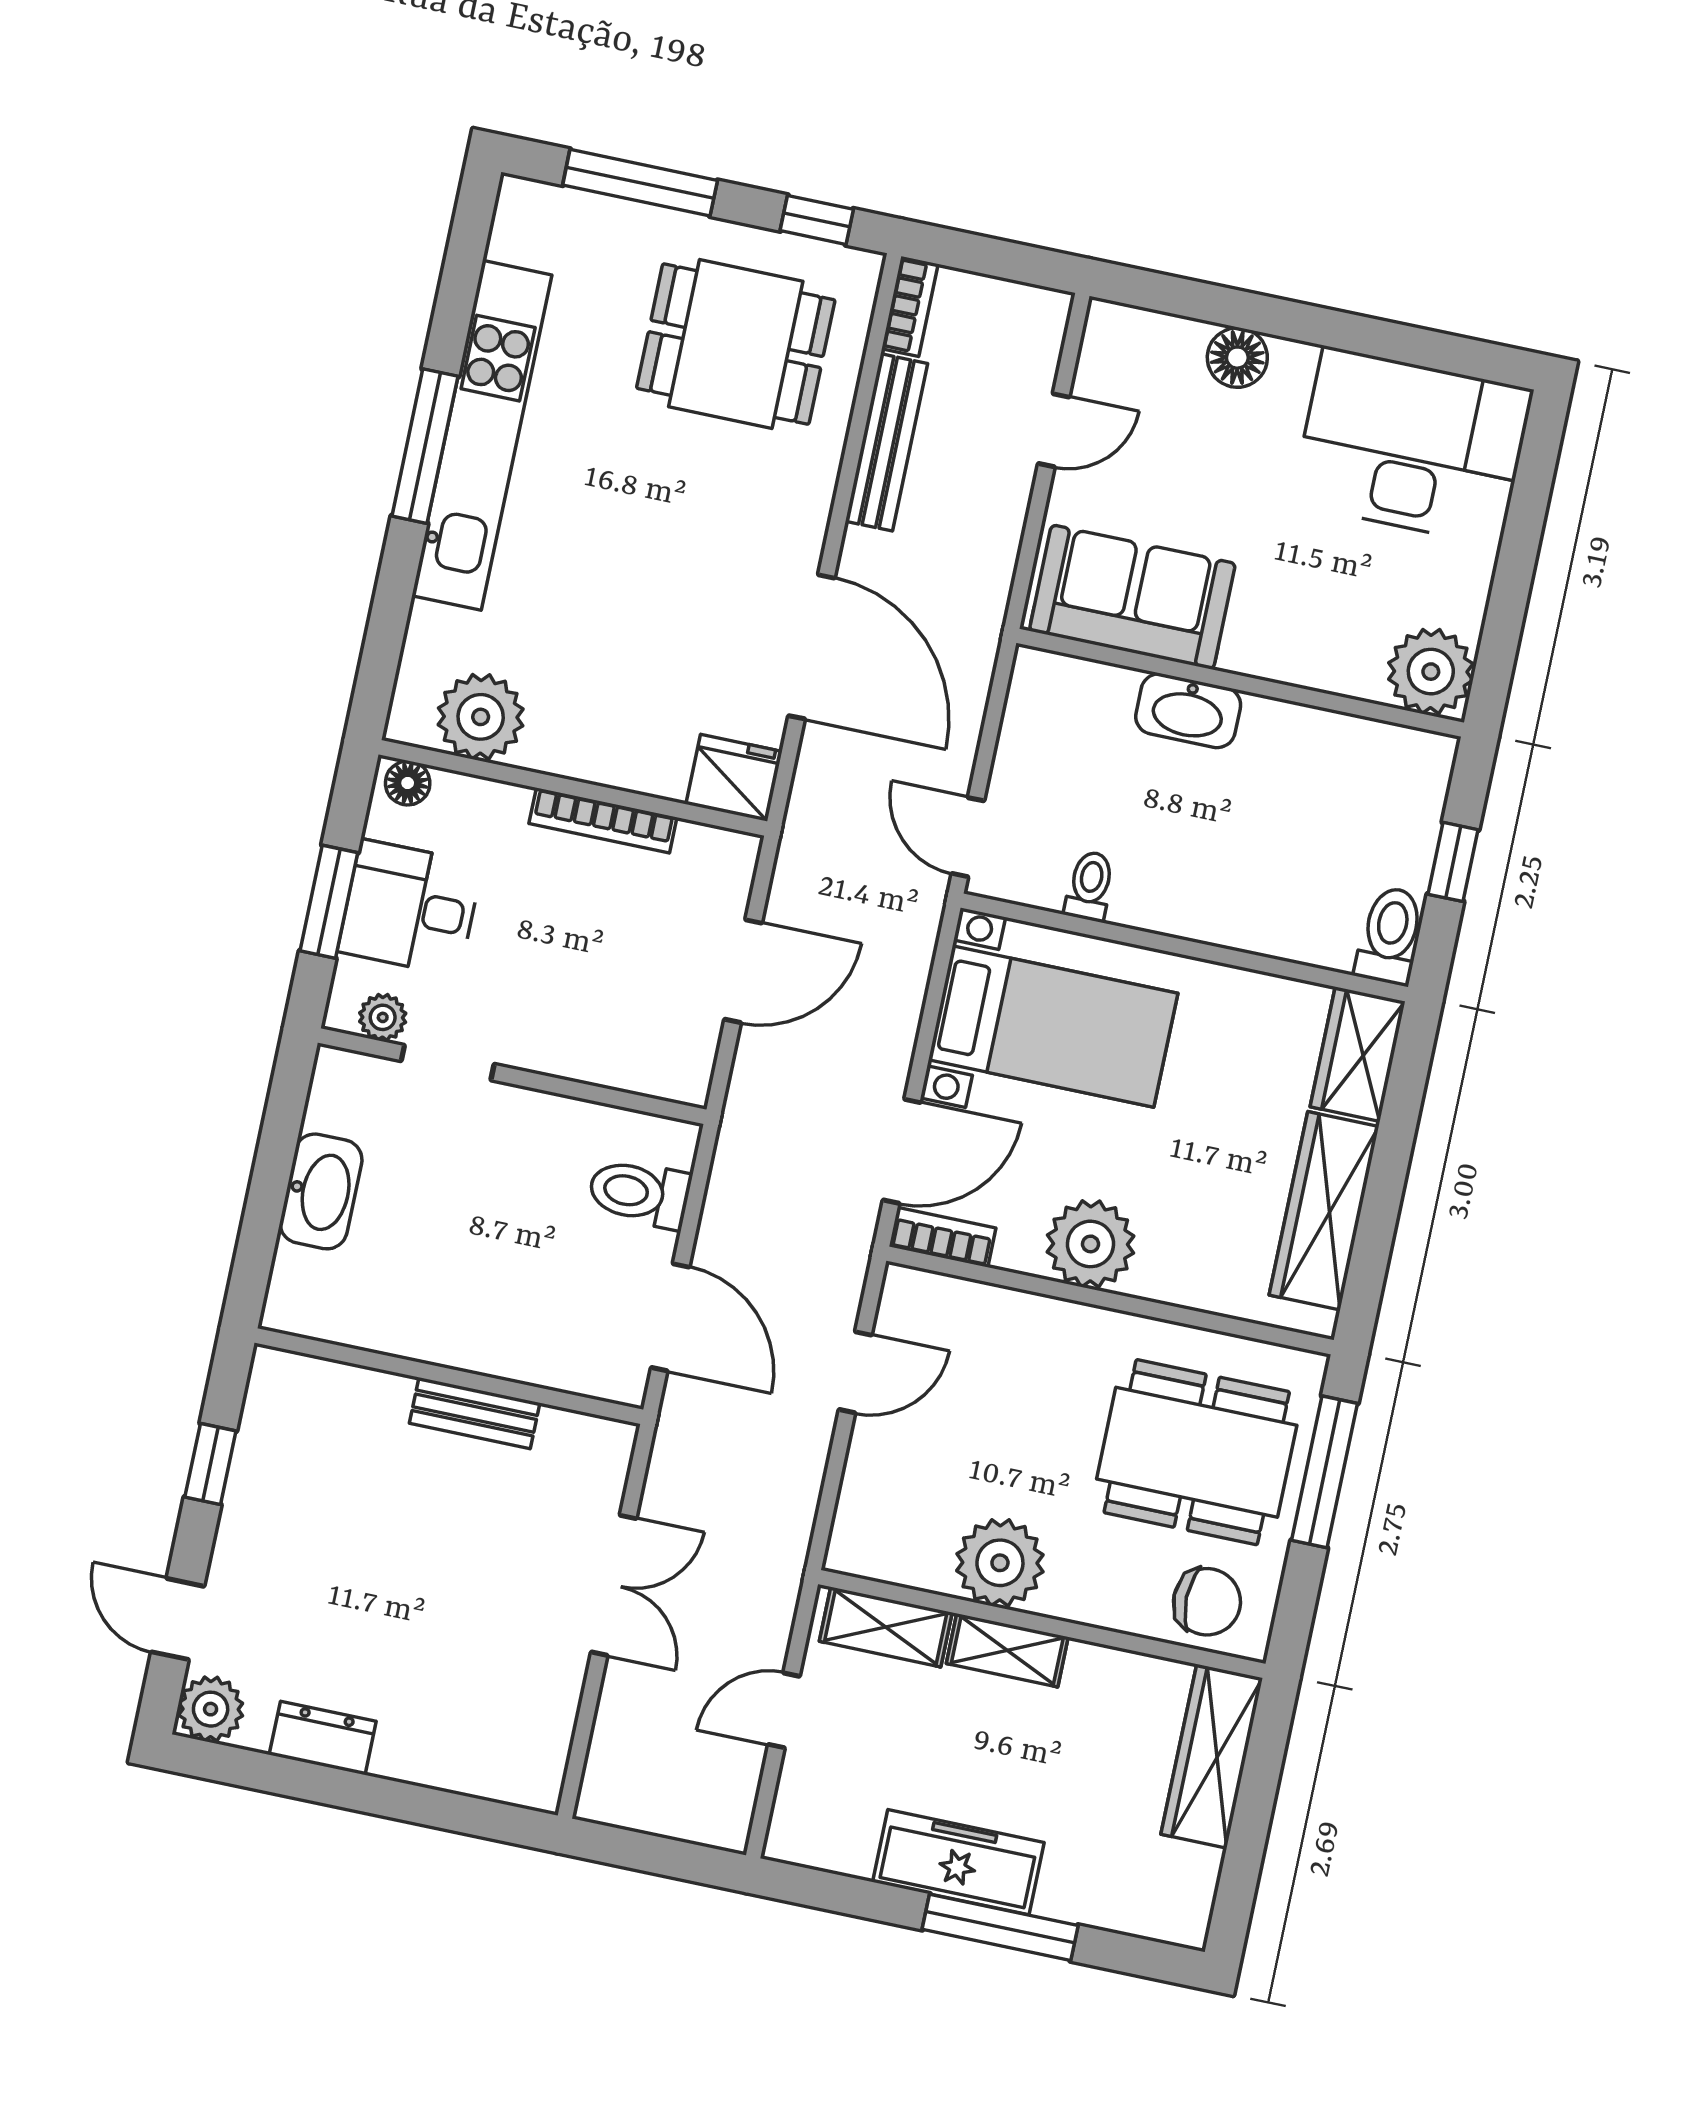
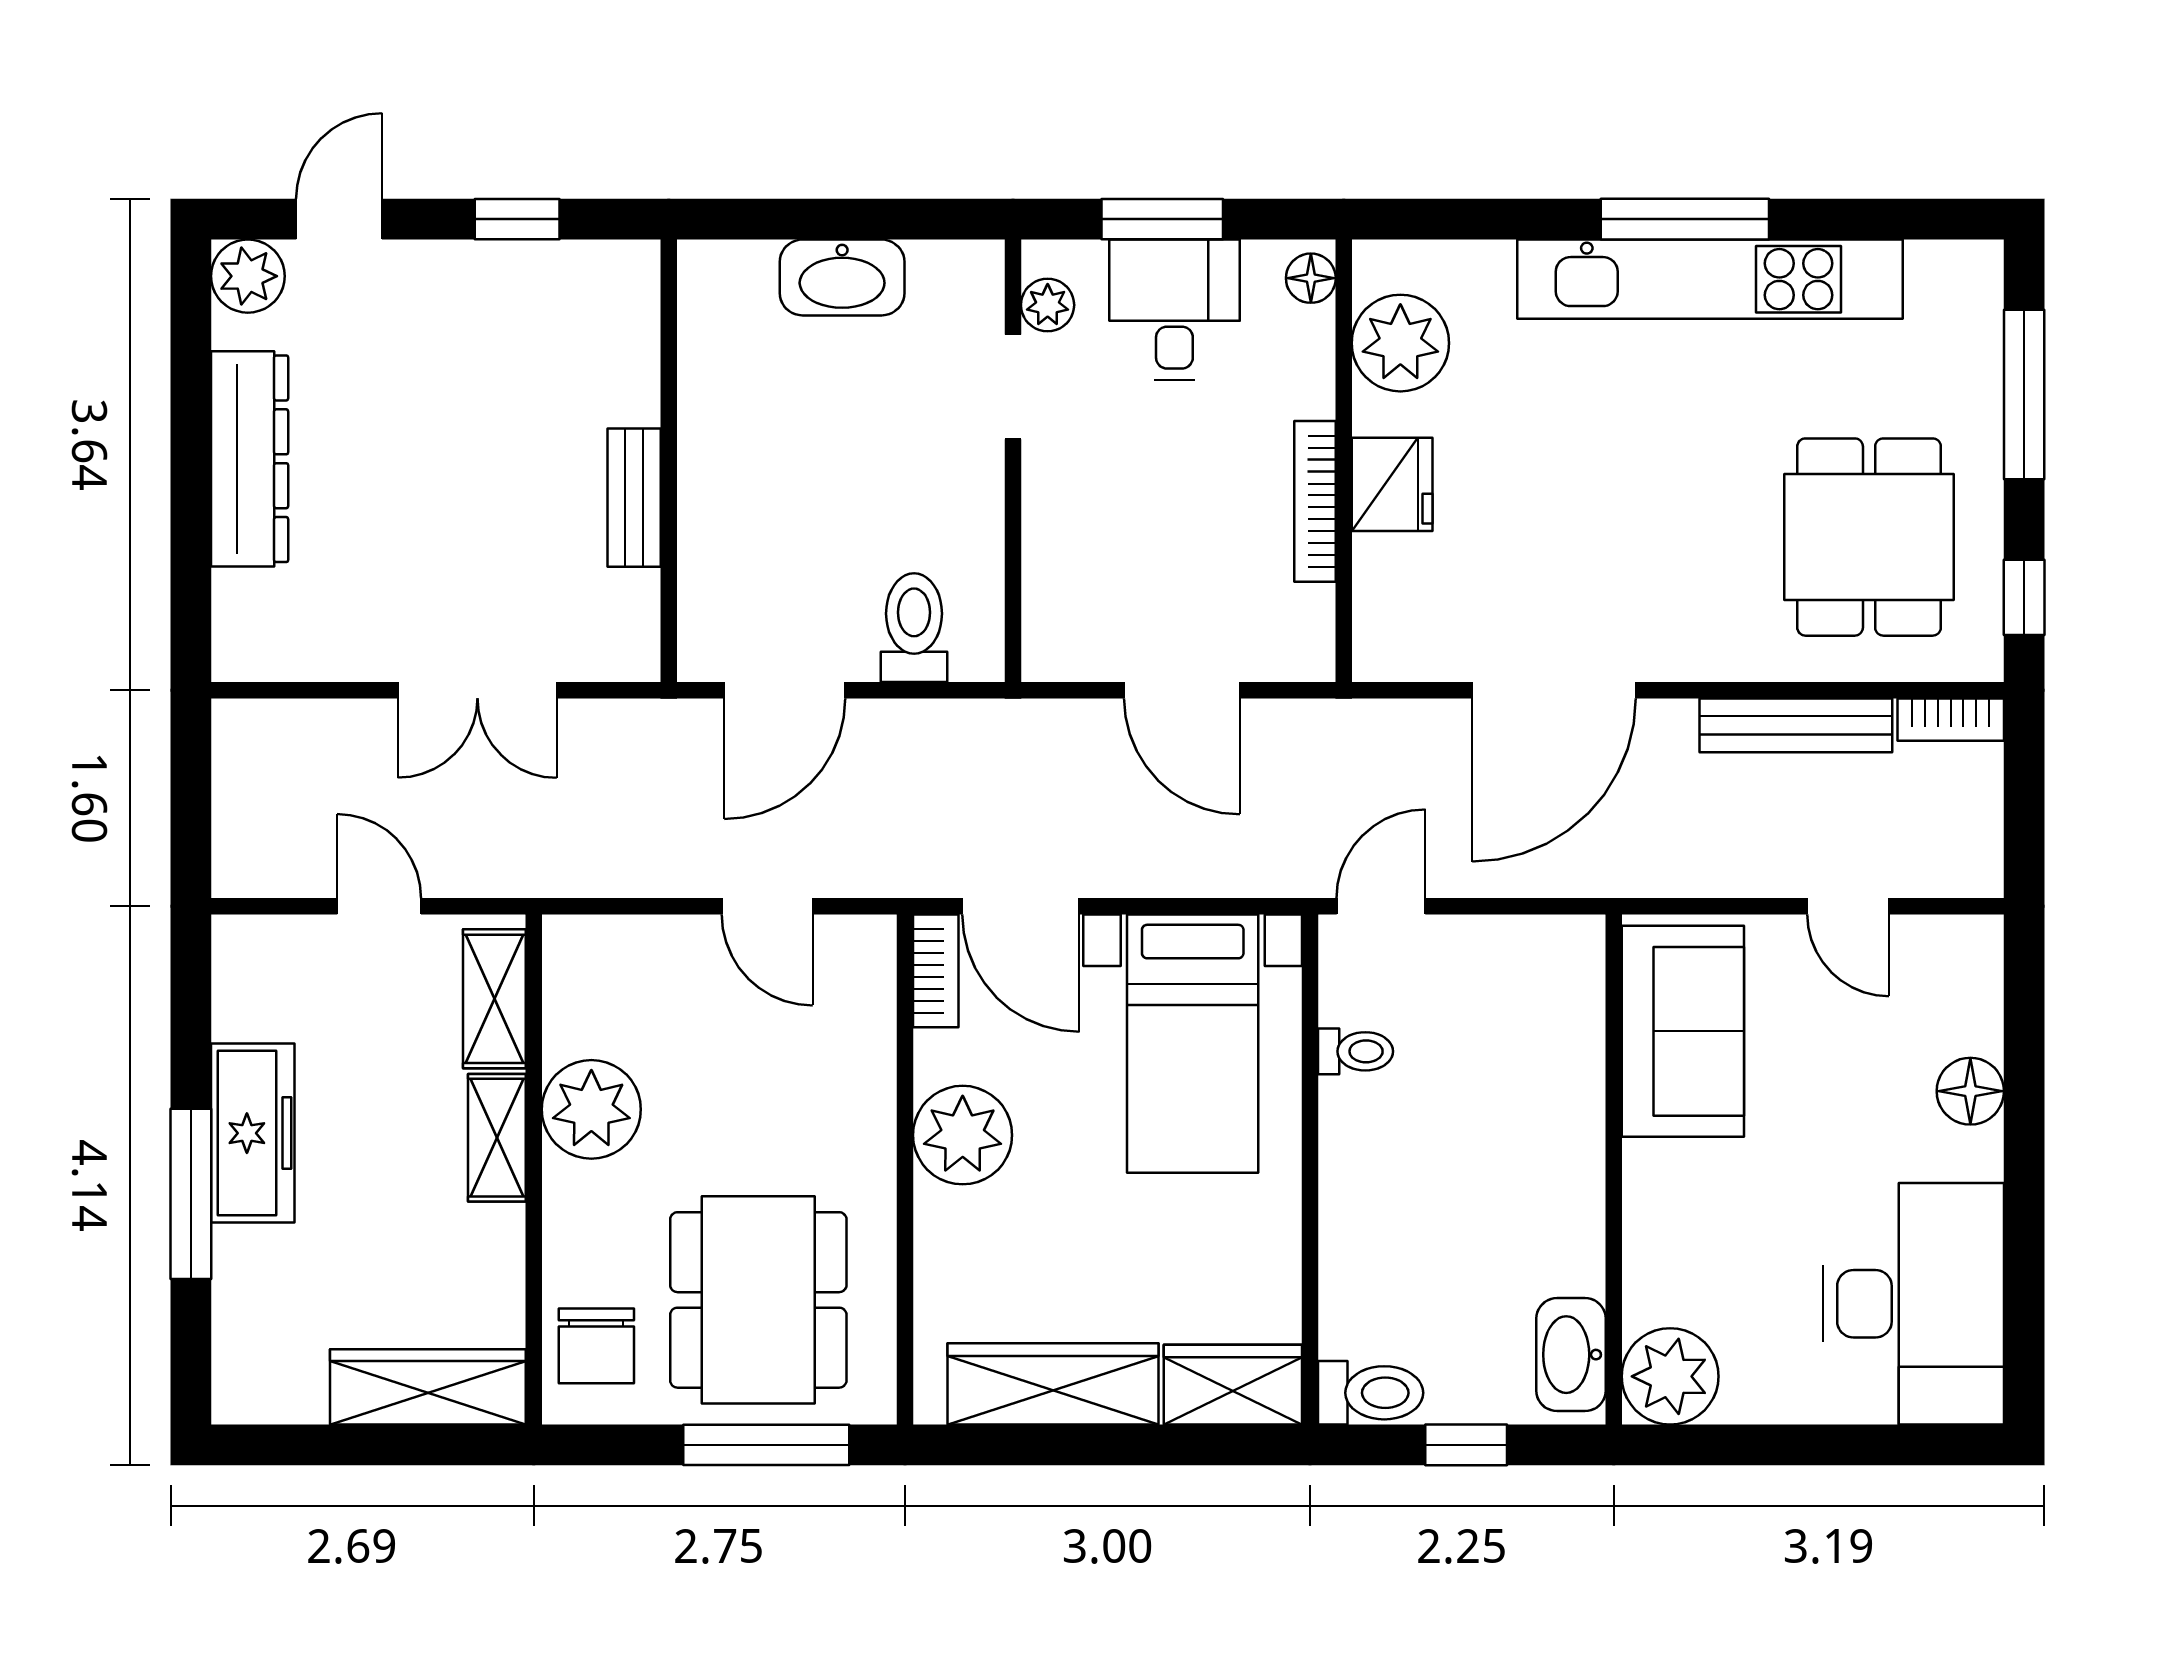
washbasin: (1188, 711) -> (1571, 1355), moved
fridge: (734, 778) -> (1392, 484), moved
dresser: (323, 1738) -> (250, 459), width x1.96, depth x1.24

